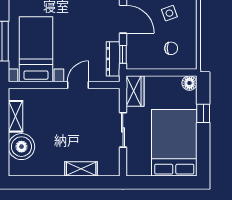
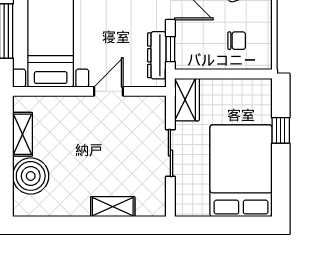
floor lamp: (189, 83) -> (262, 89), removed

